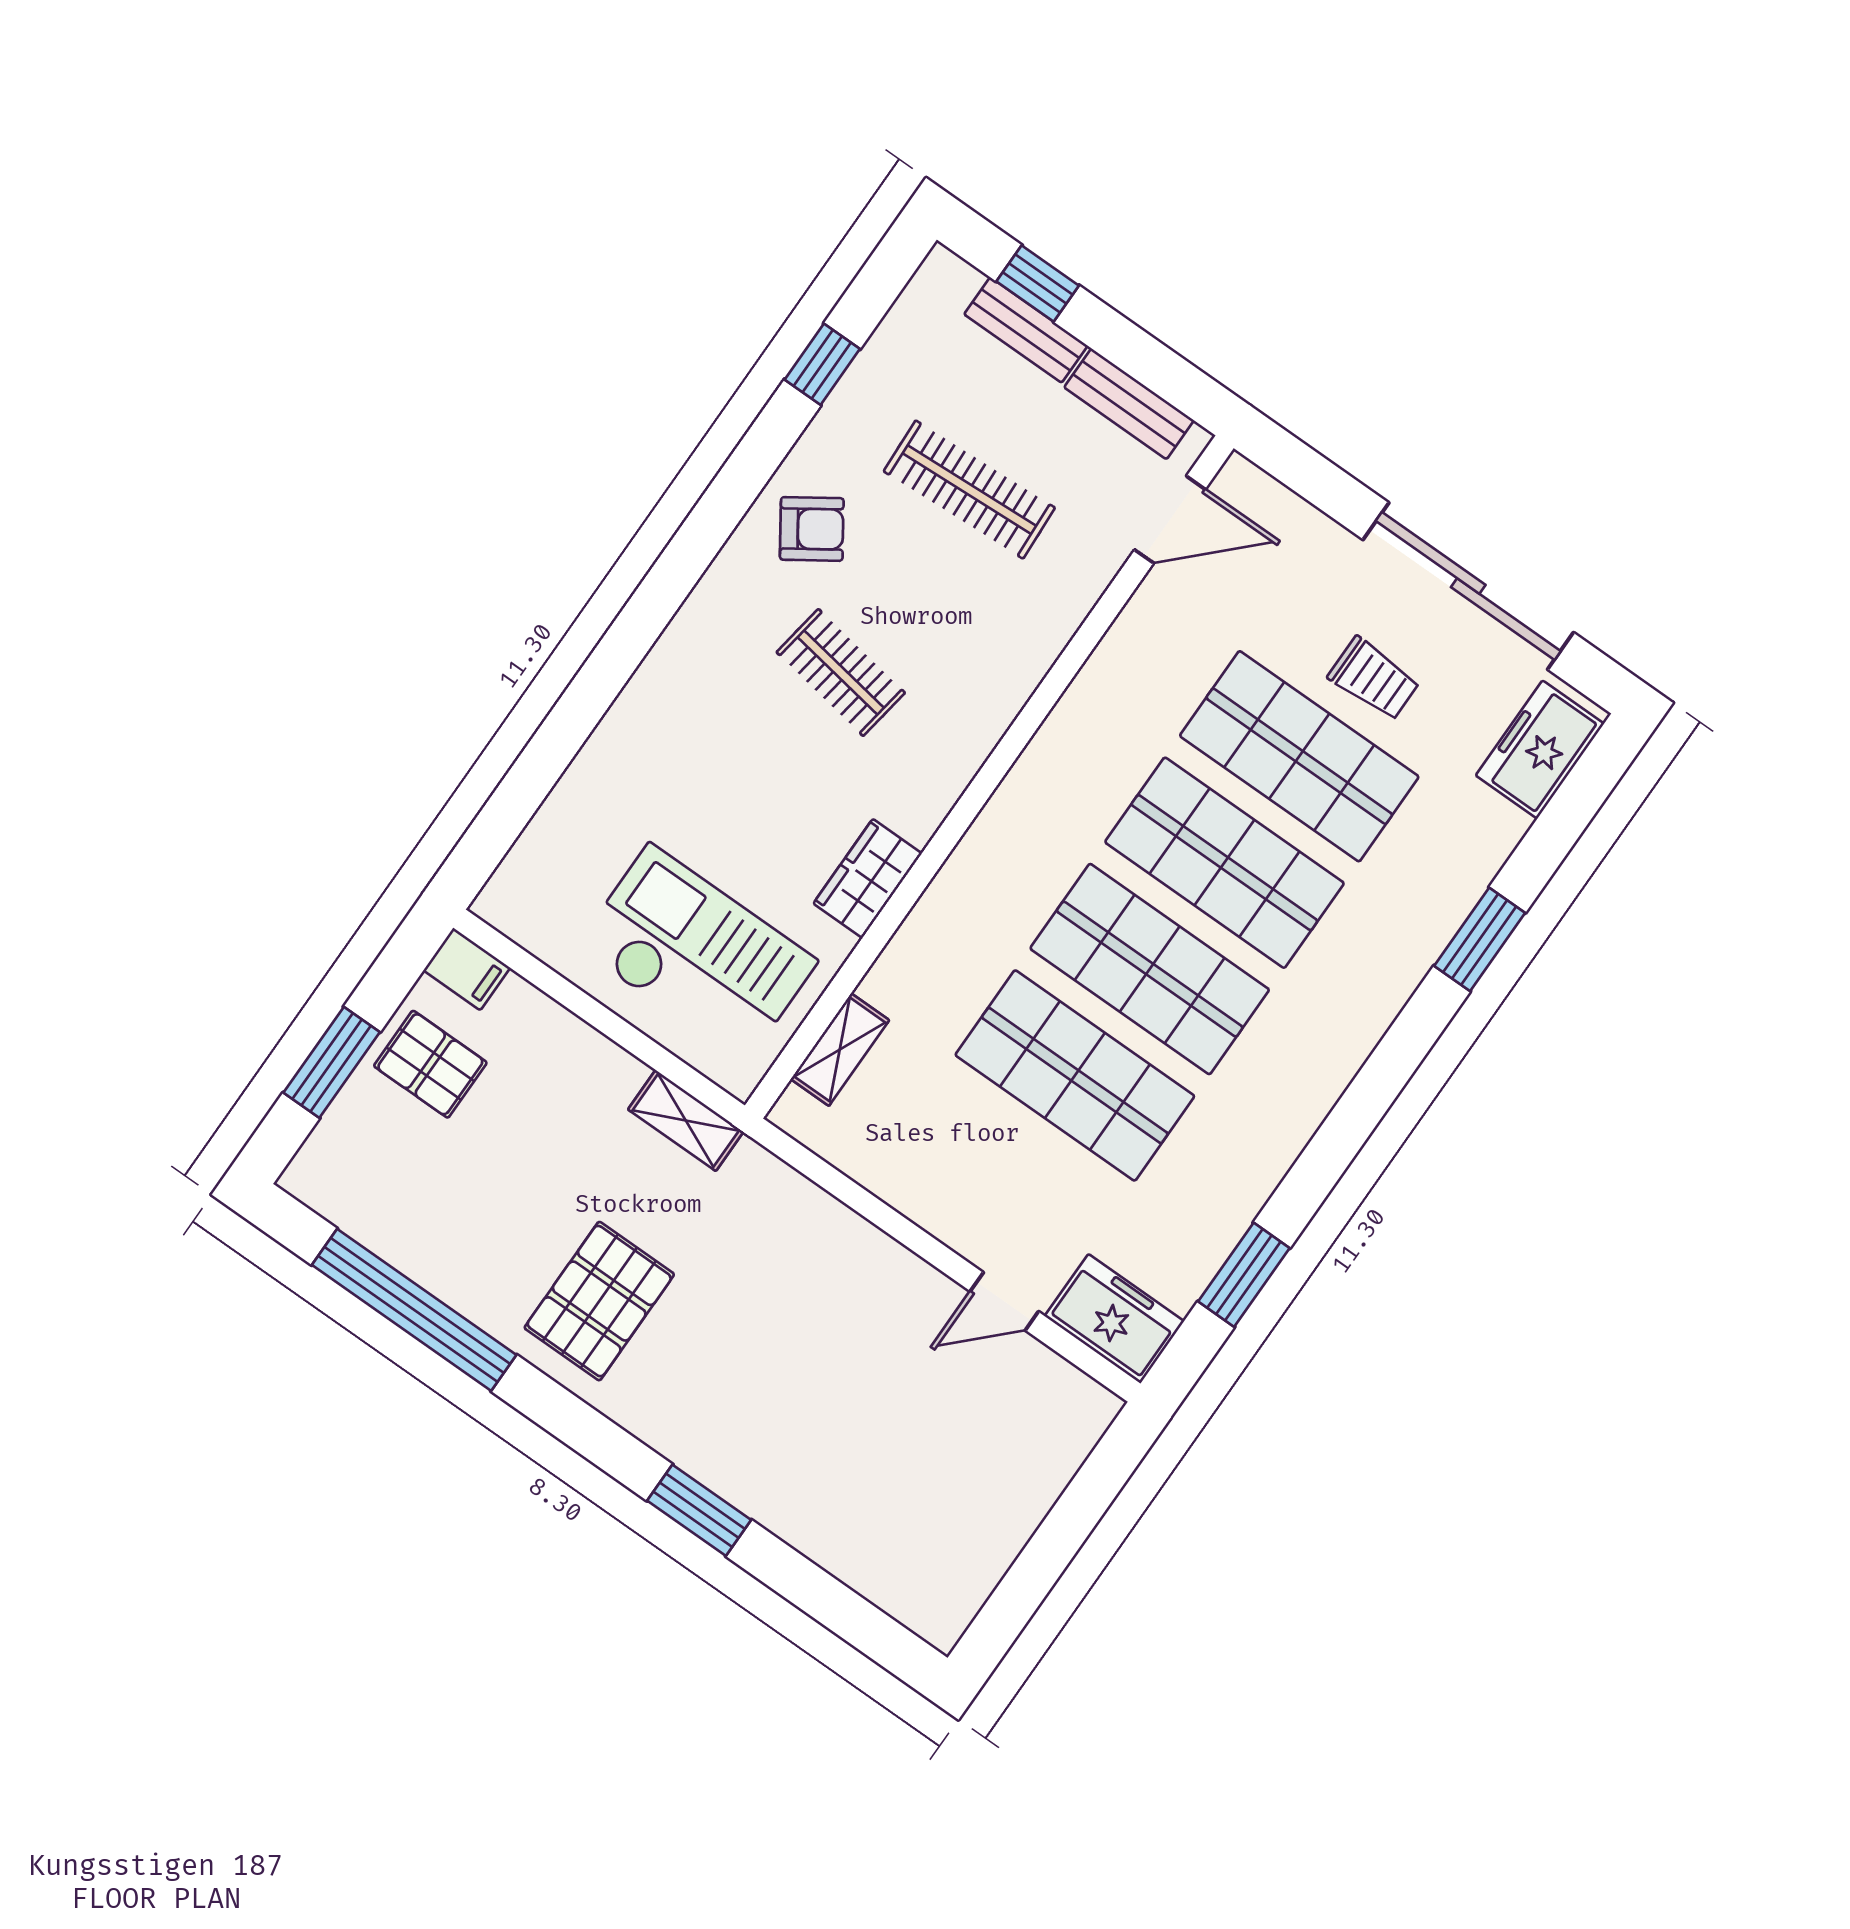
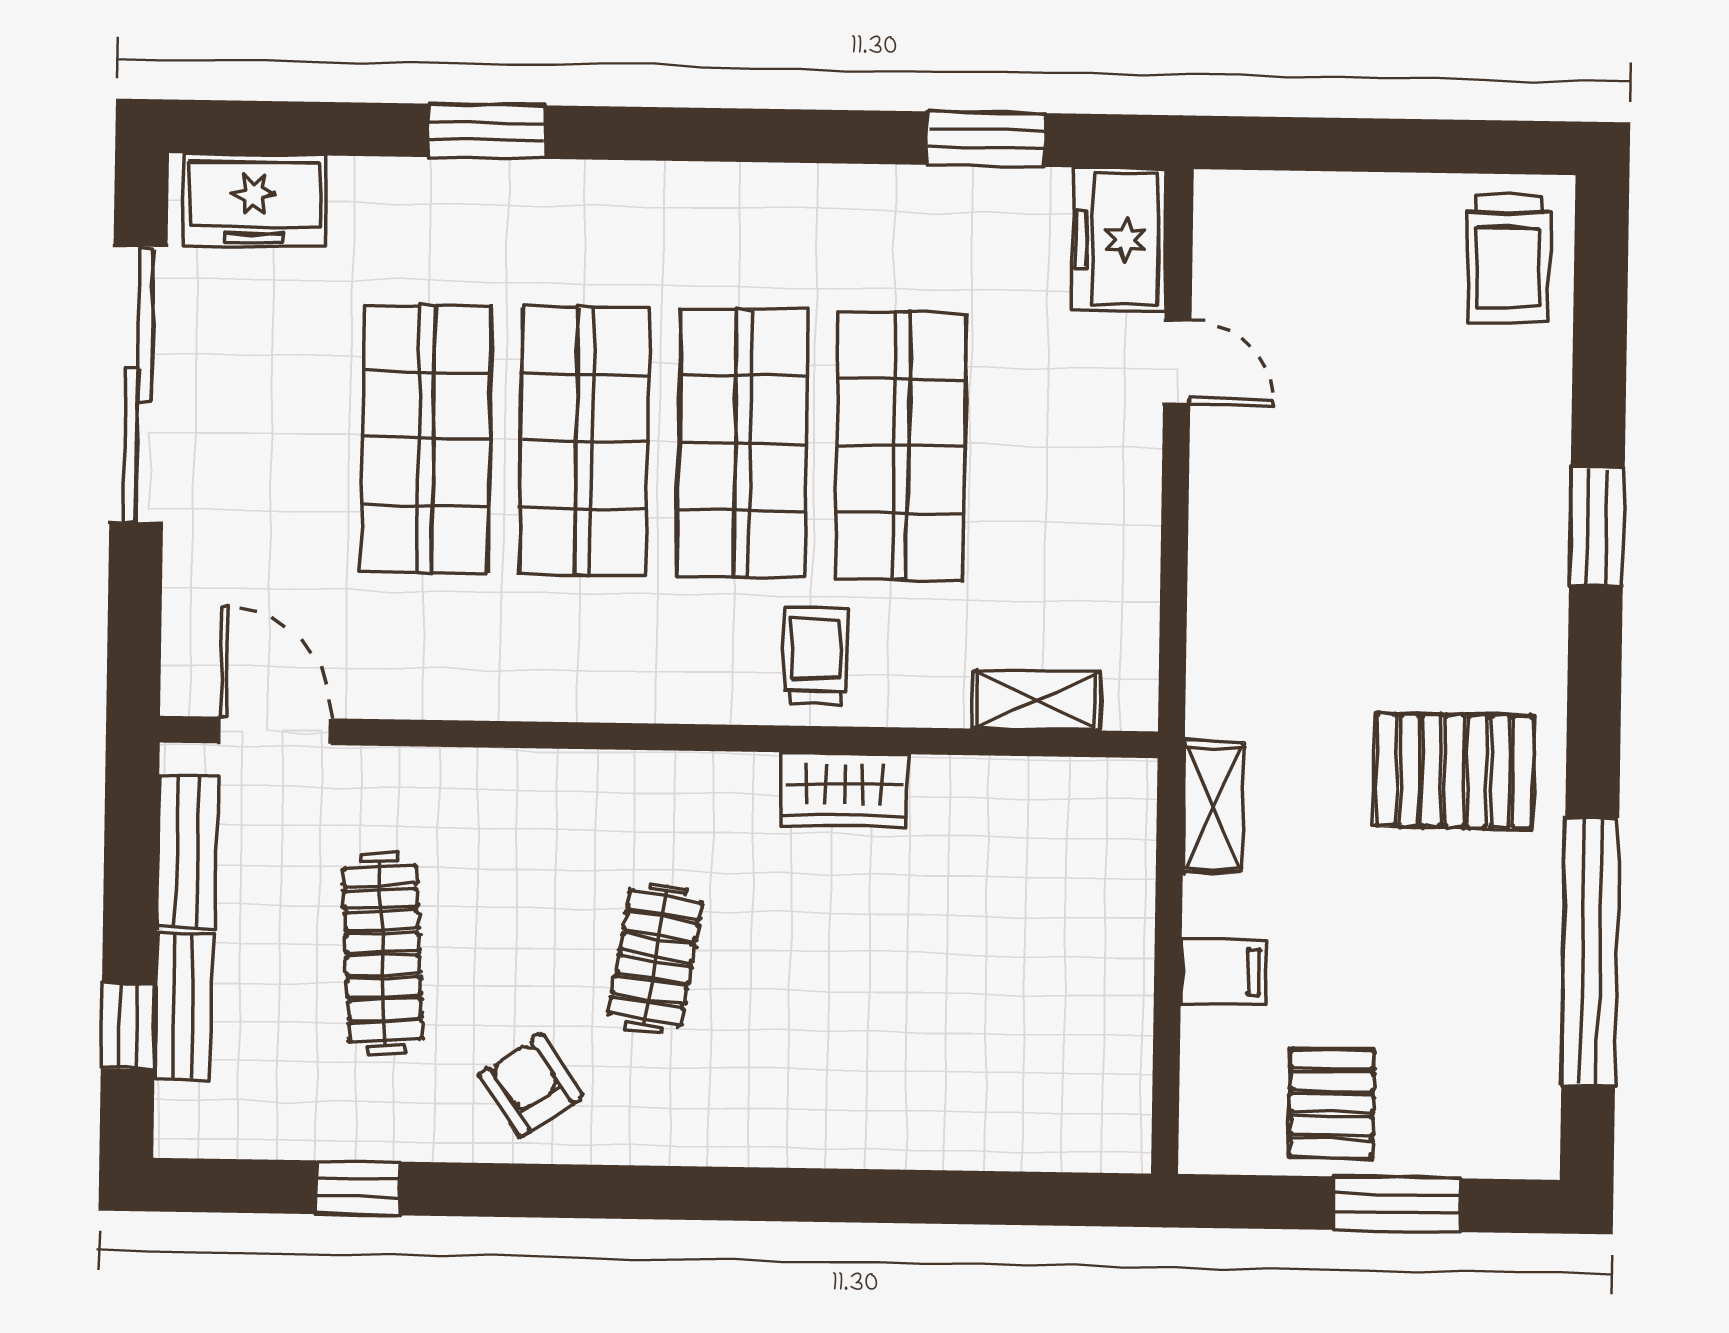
trolley: (1374, 679) -> (816, 656), moved
checkout: (697, 954) -> (1038, 910), removed
filing cabinet: (467, 969) -> (1224, 971), moved, turned 90
trolley: (922, 1574) -> (1508, 259), added

